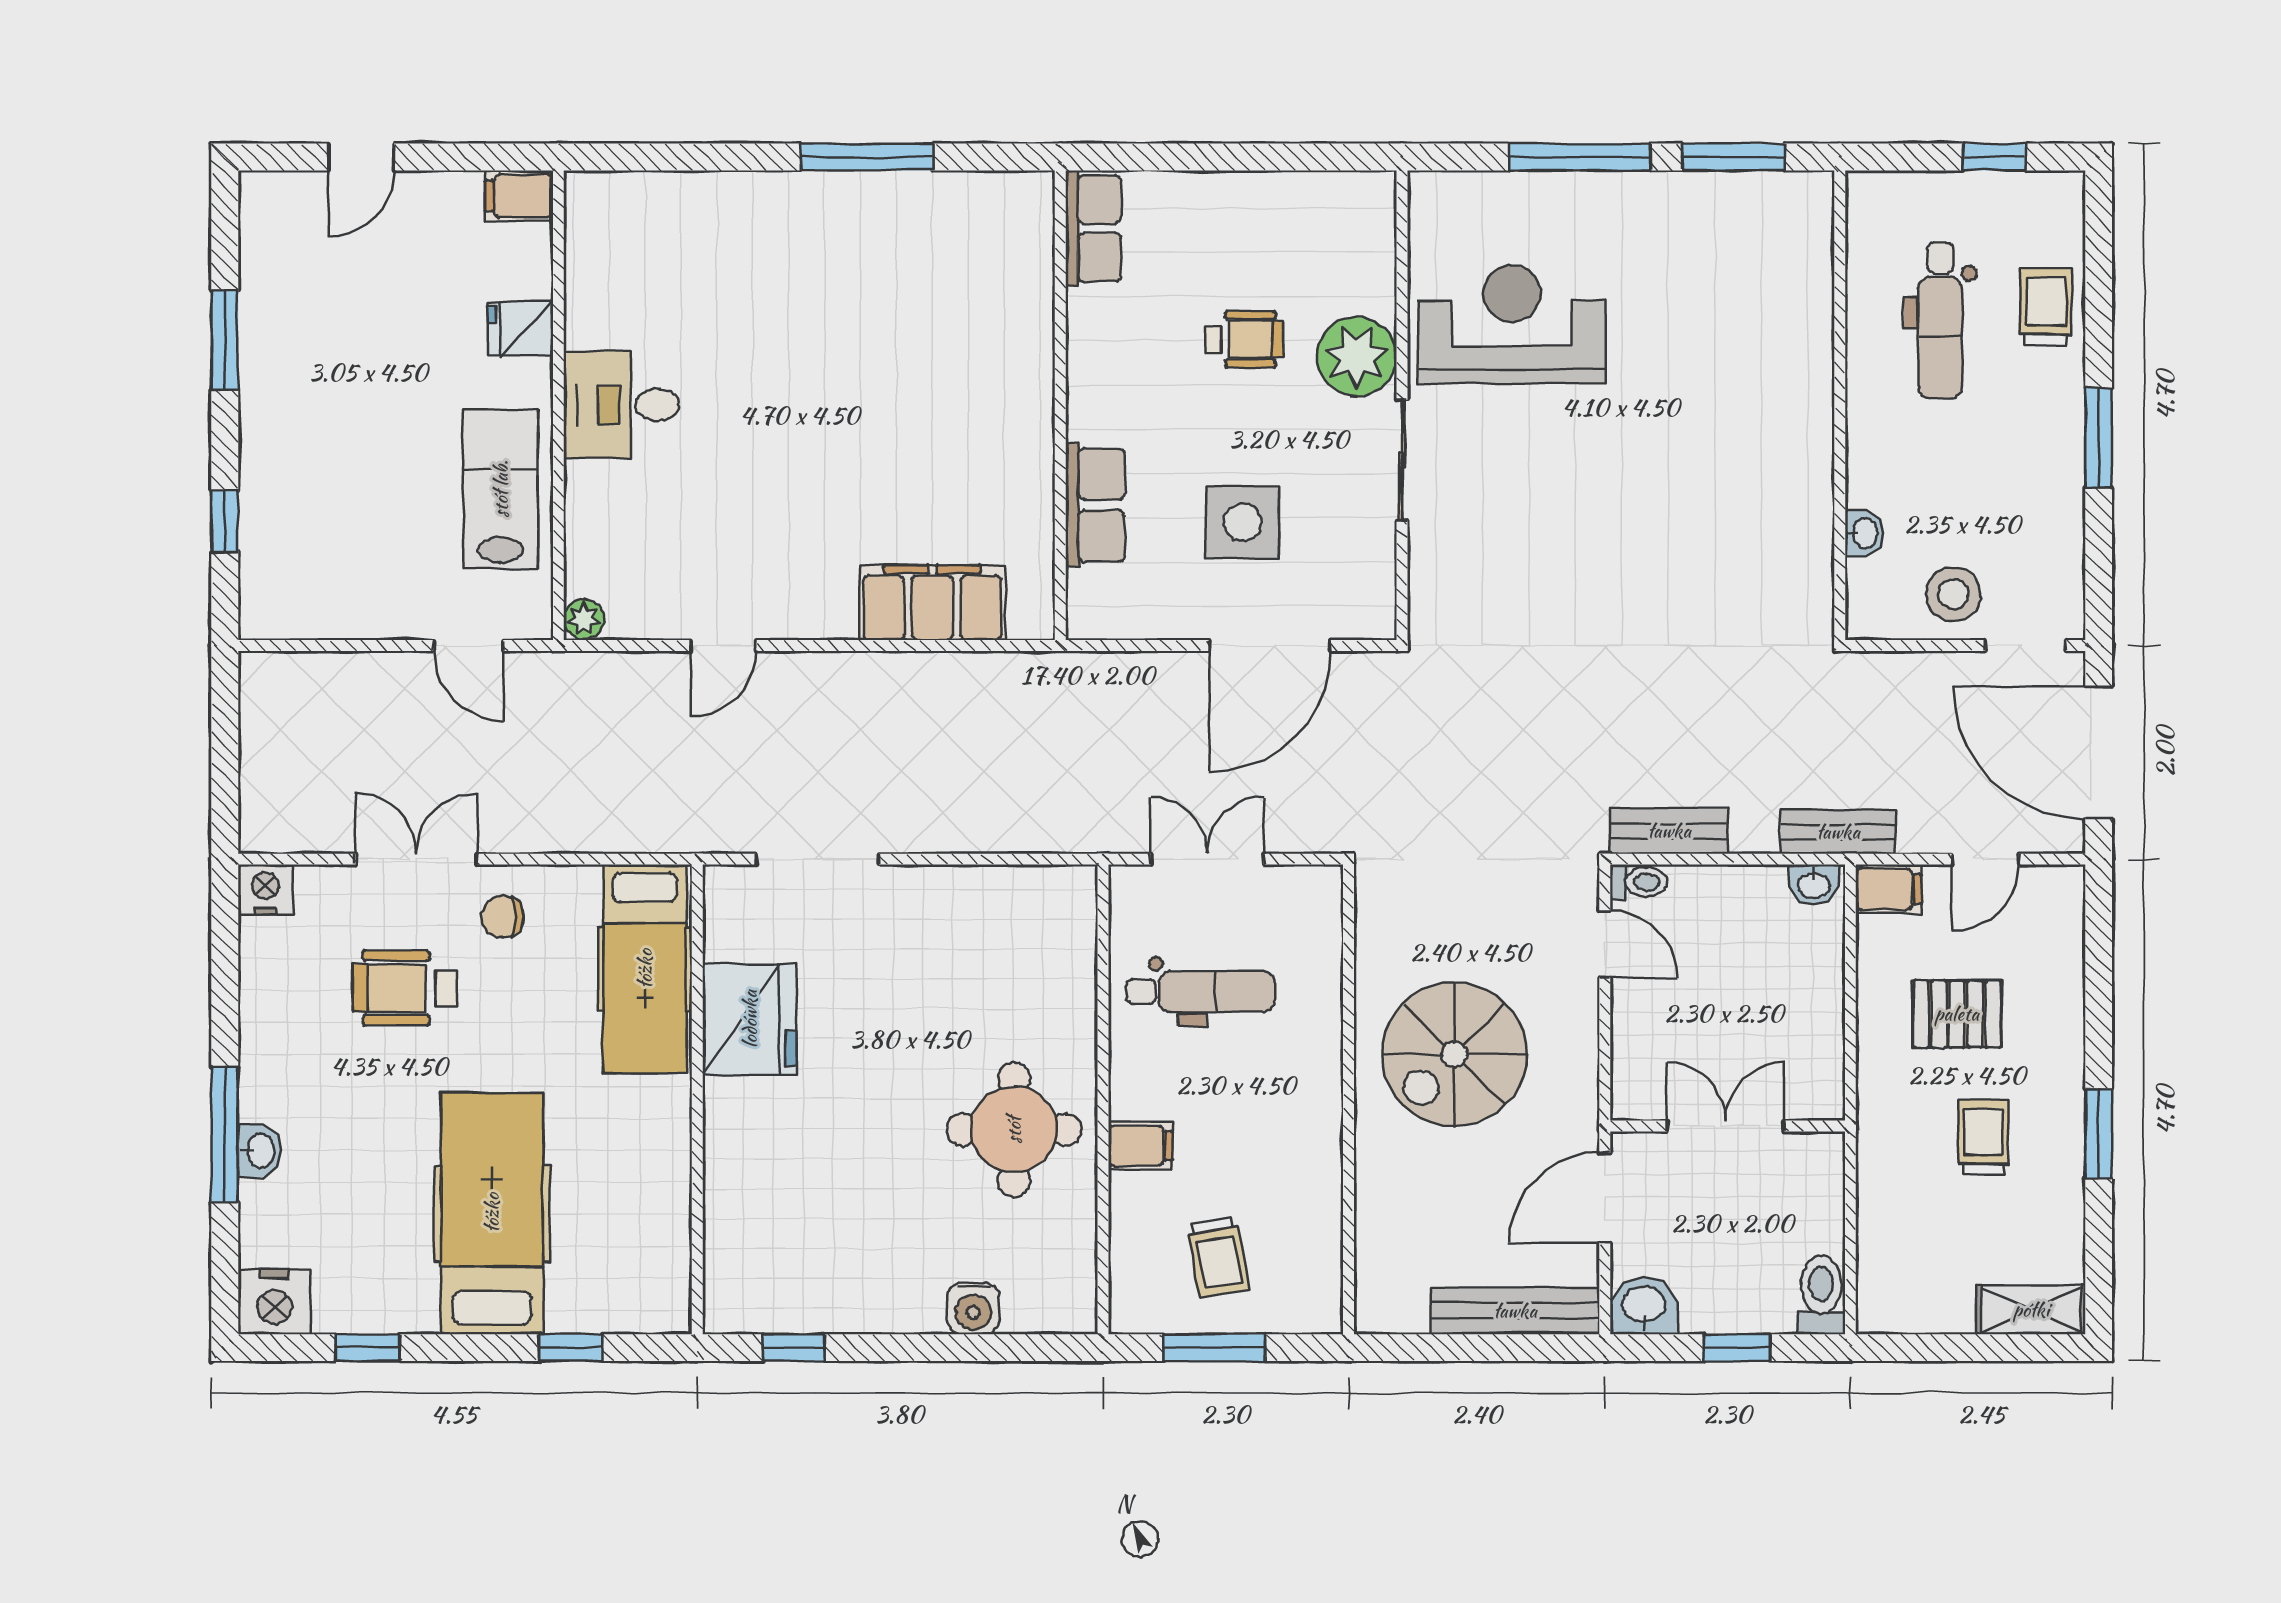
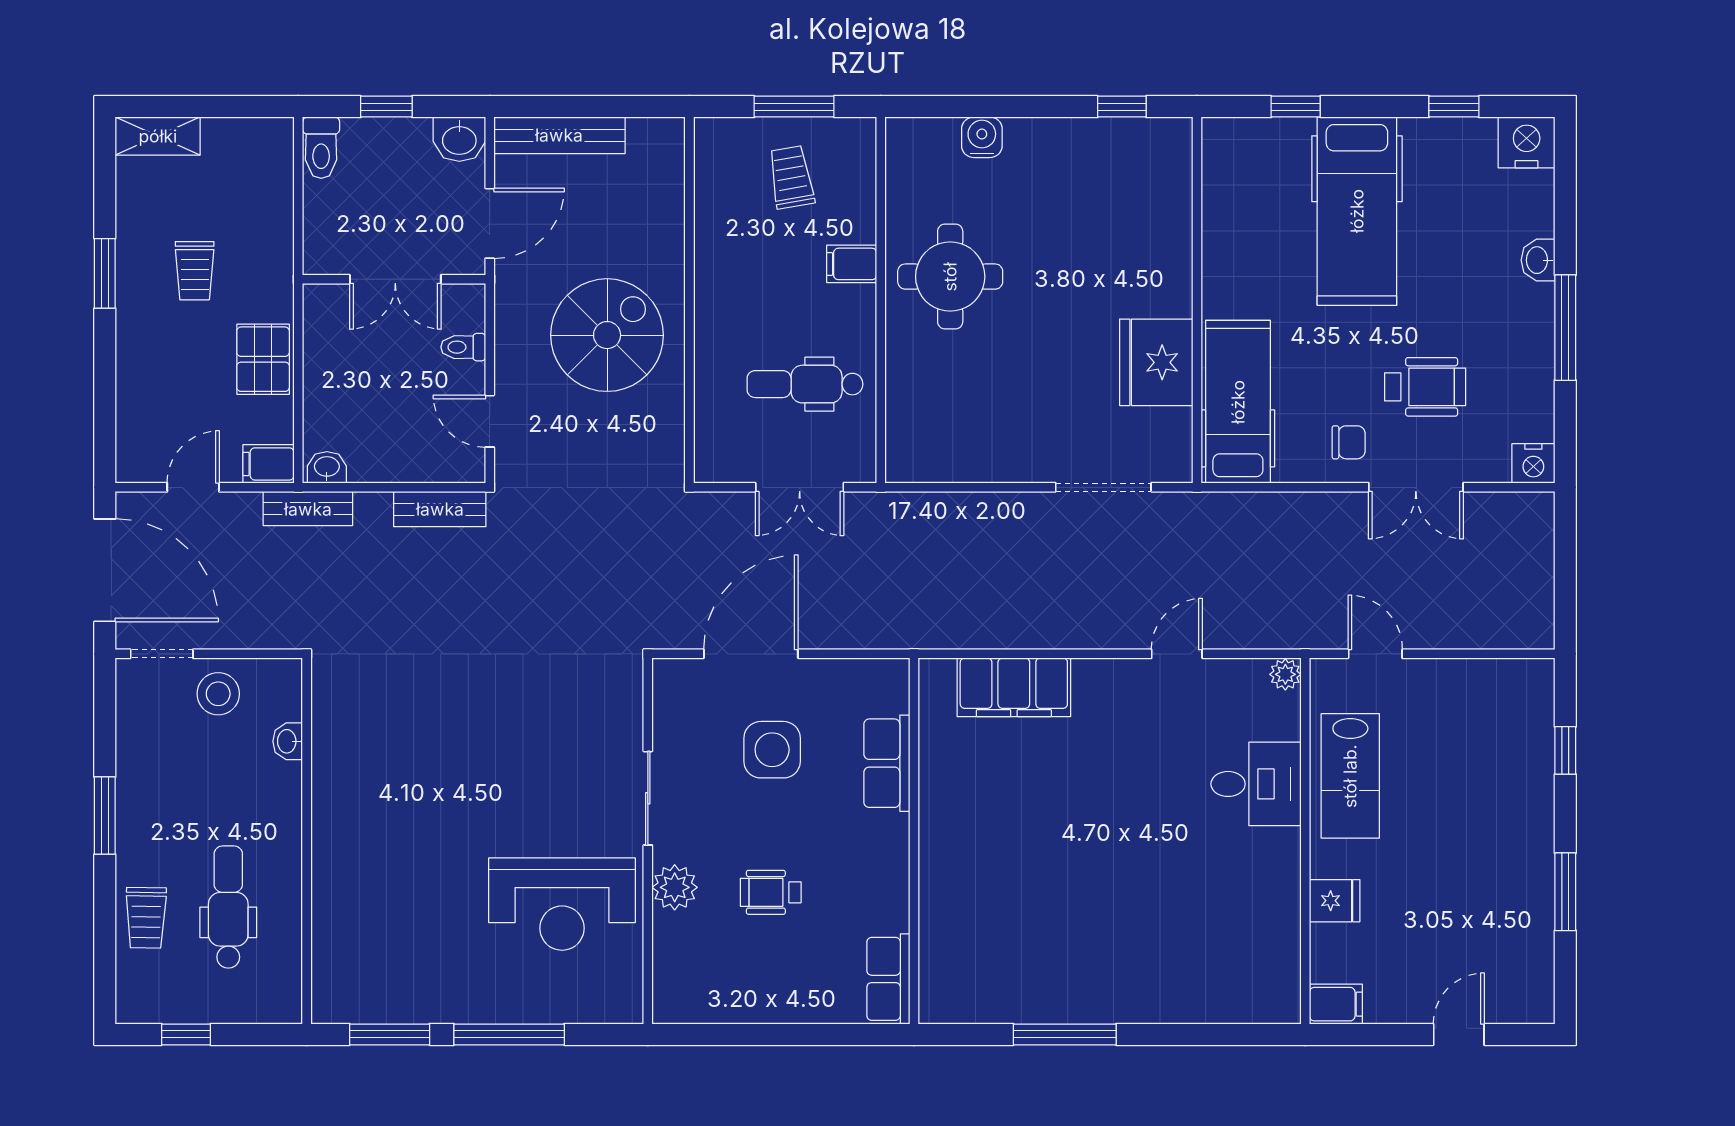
plant: (1357, 356) -> (675, 887), width x0.73, depth x0.73
desk: (622, 405) -> (1256, 784), moved
toilet: (1639, 882) -> (463, 347), moved
pallet: (1957, 1014) -> (263, 359), moved, turned 90
window: (225, 1134) -> (1565, 328), moved

